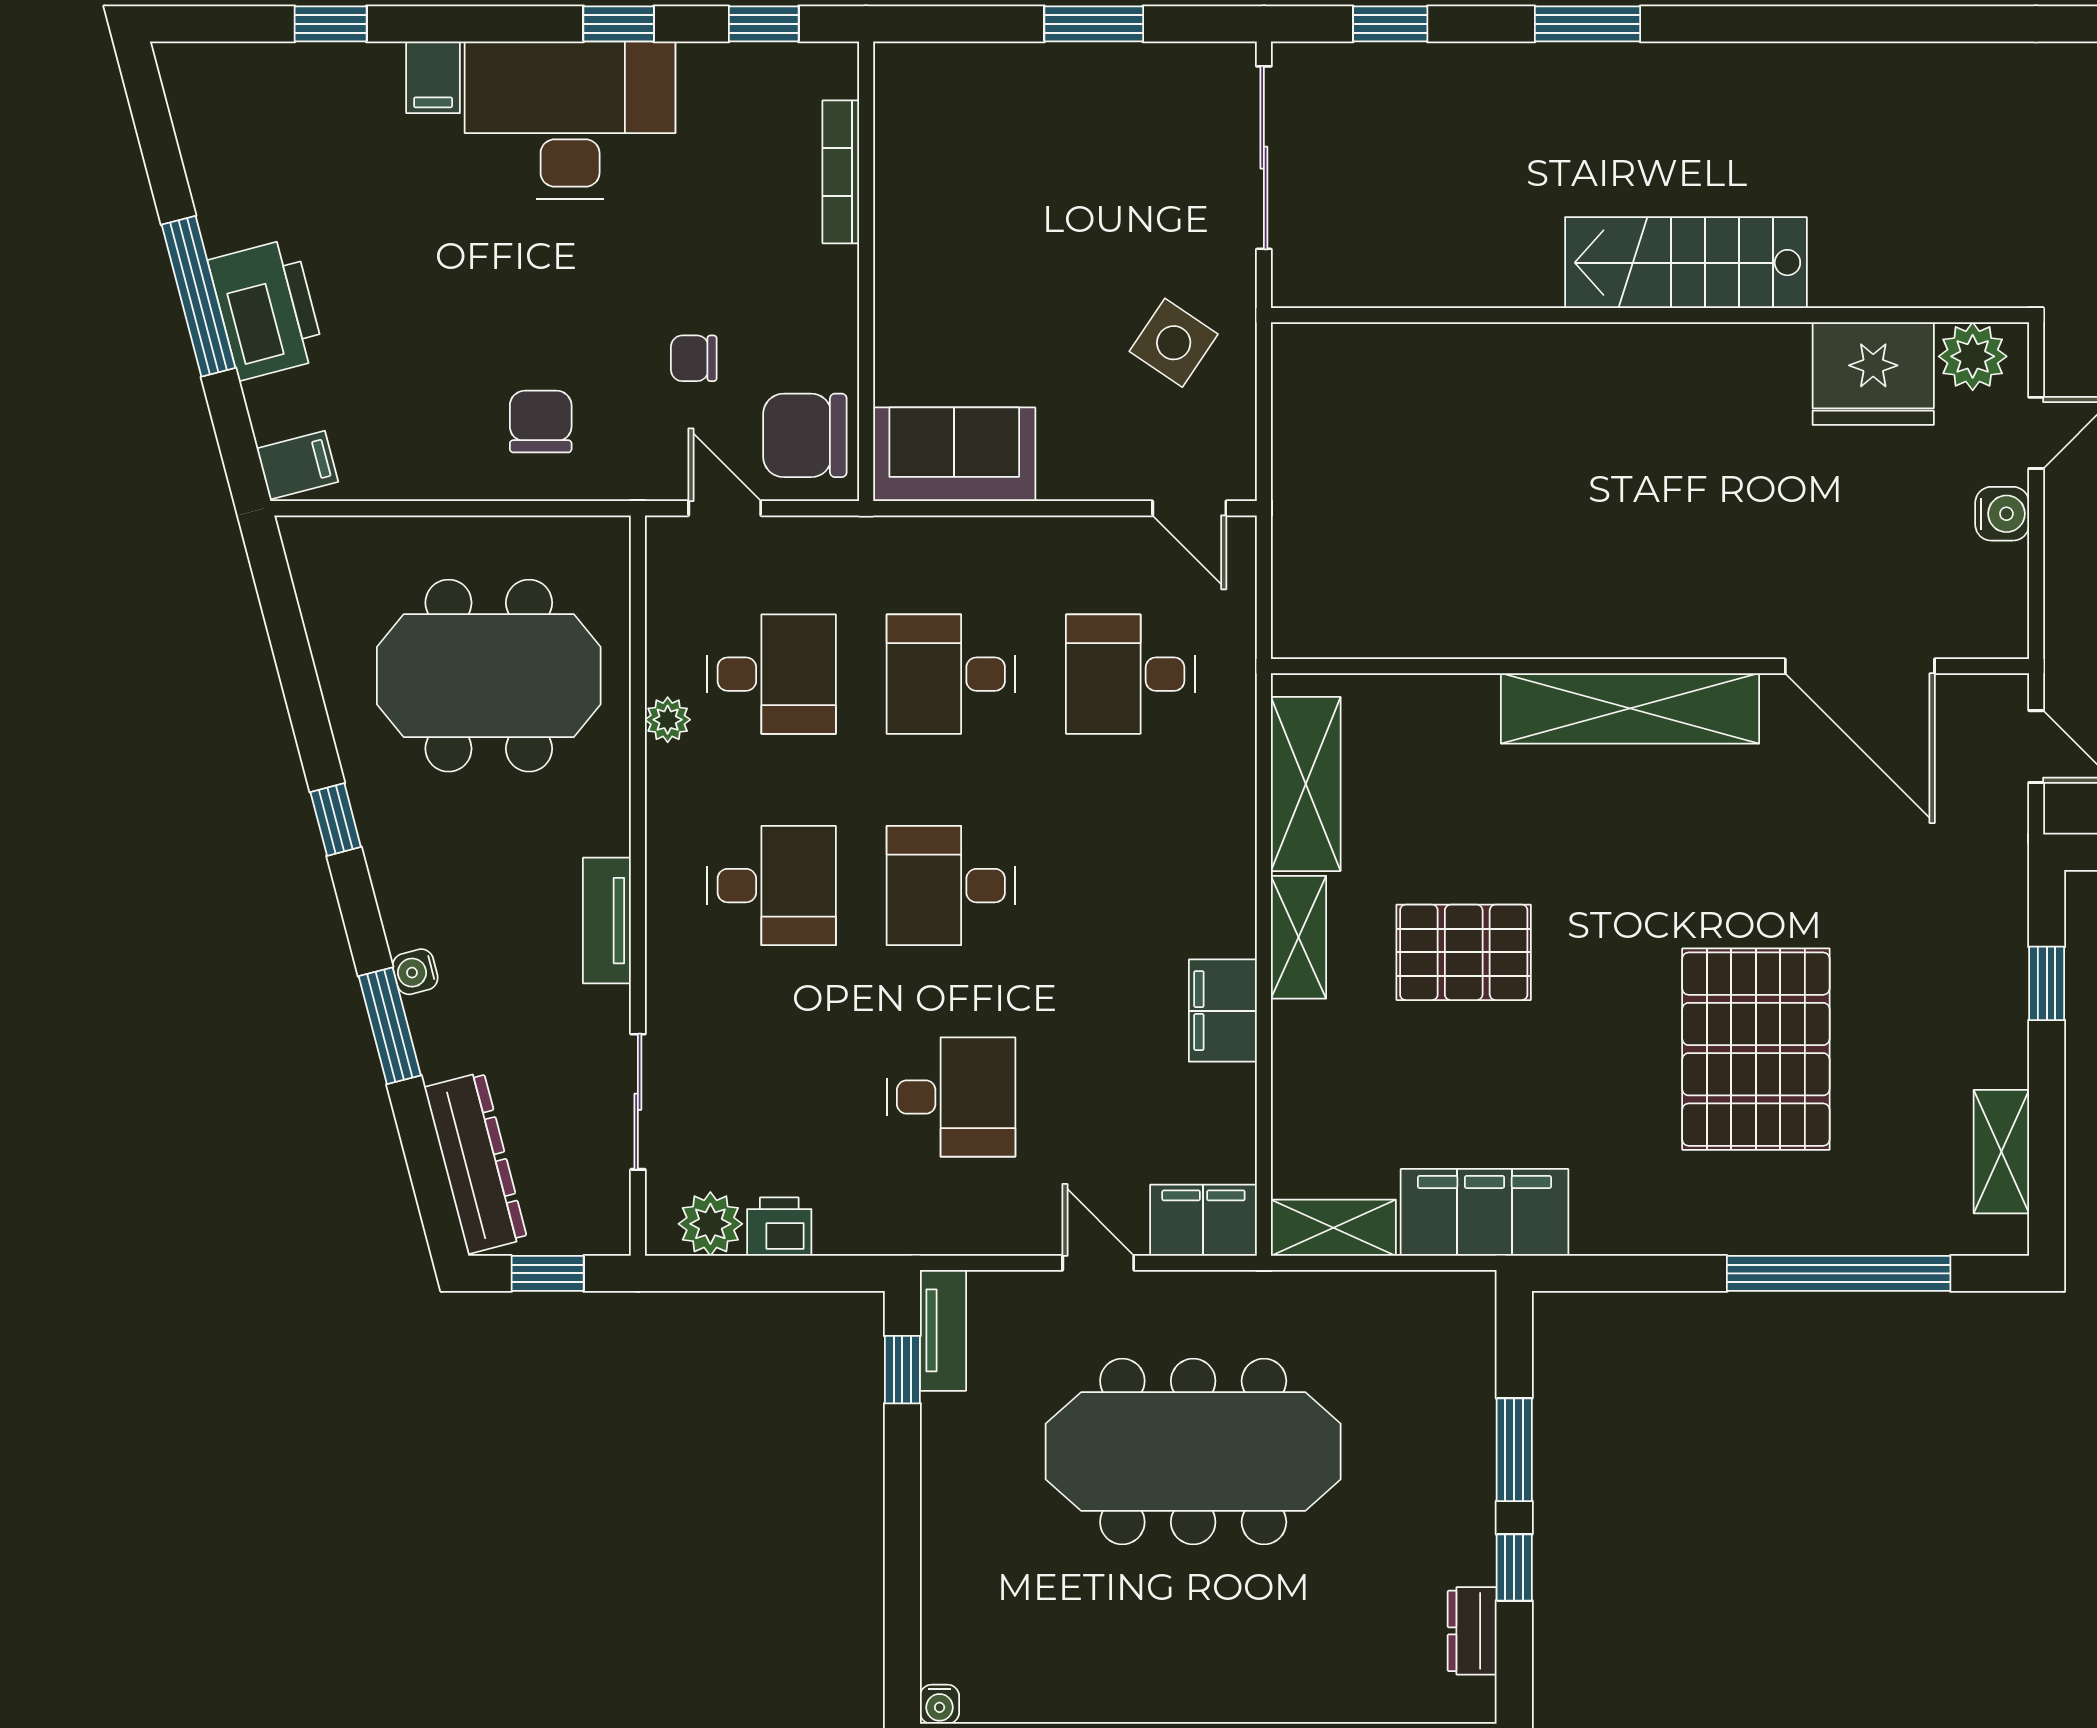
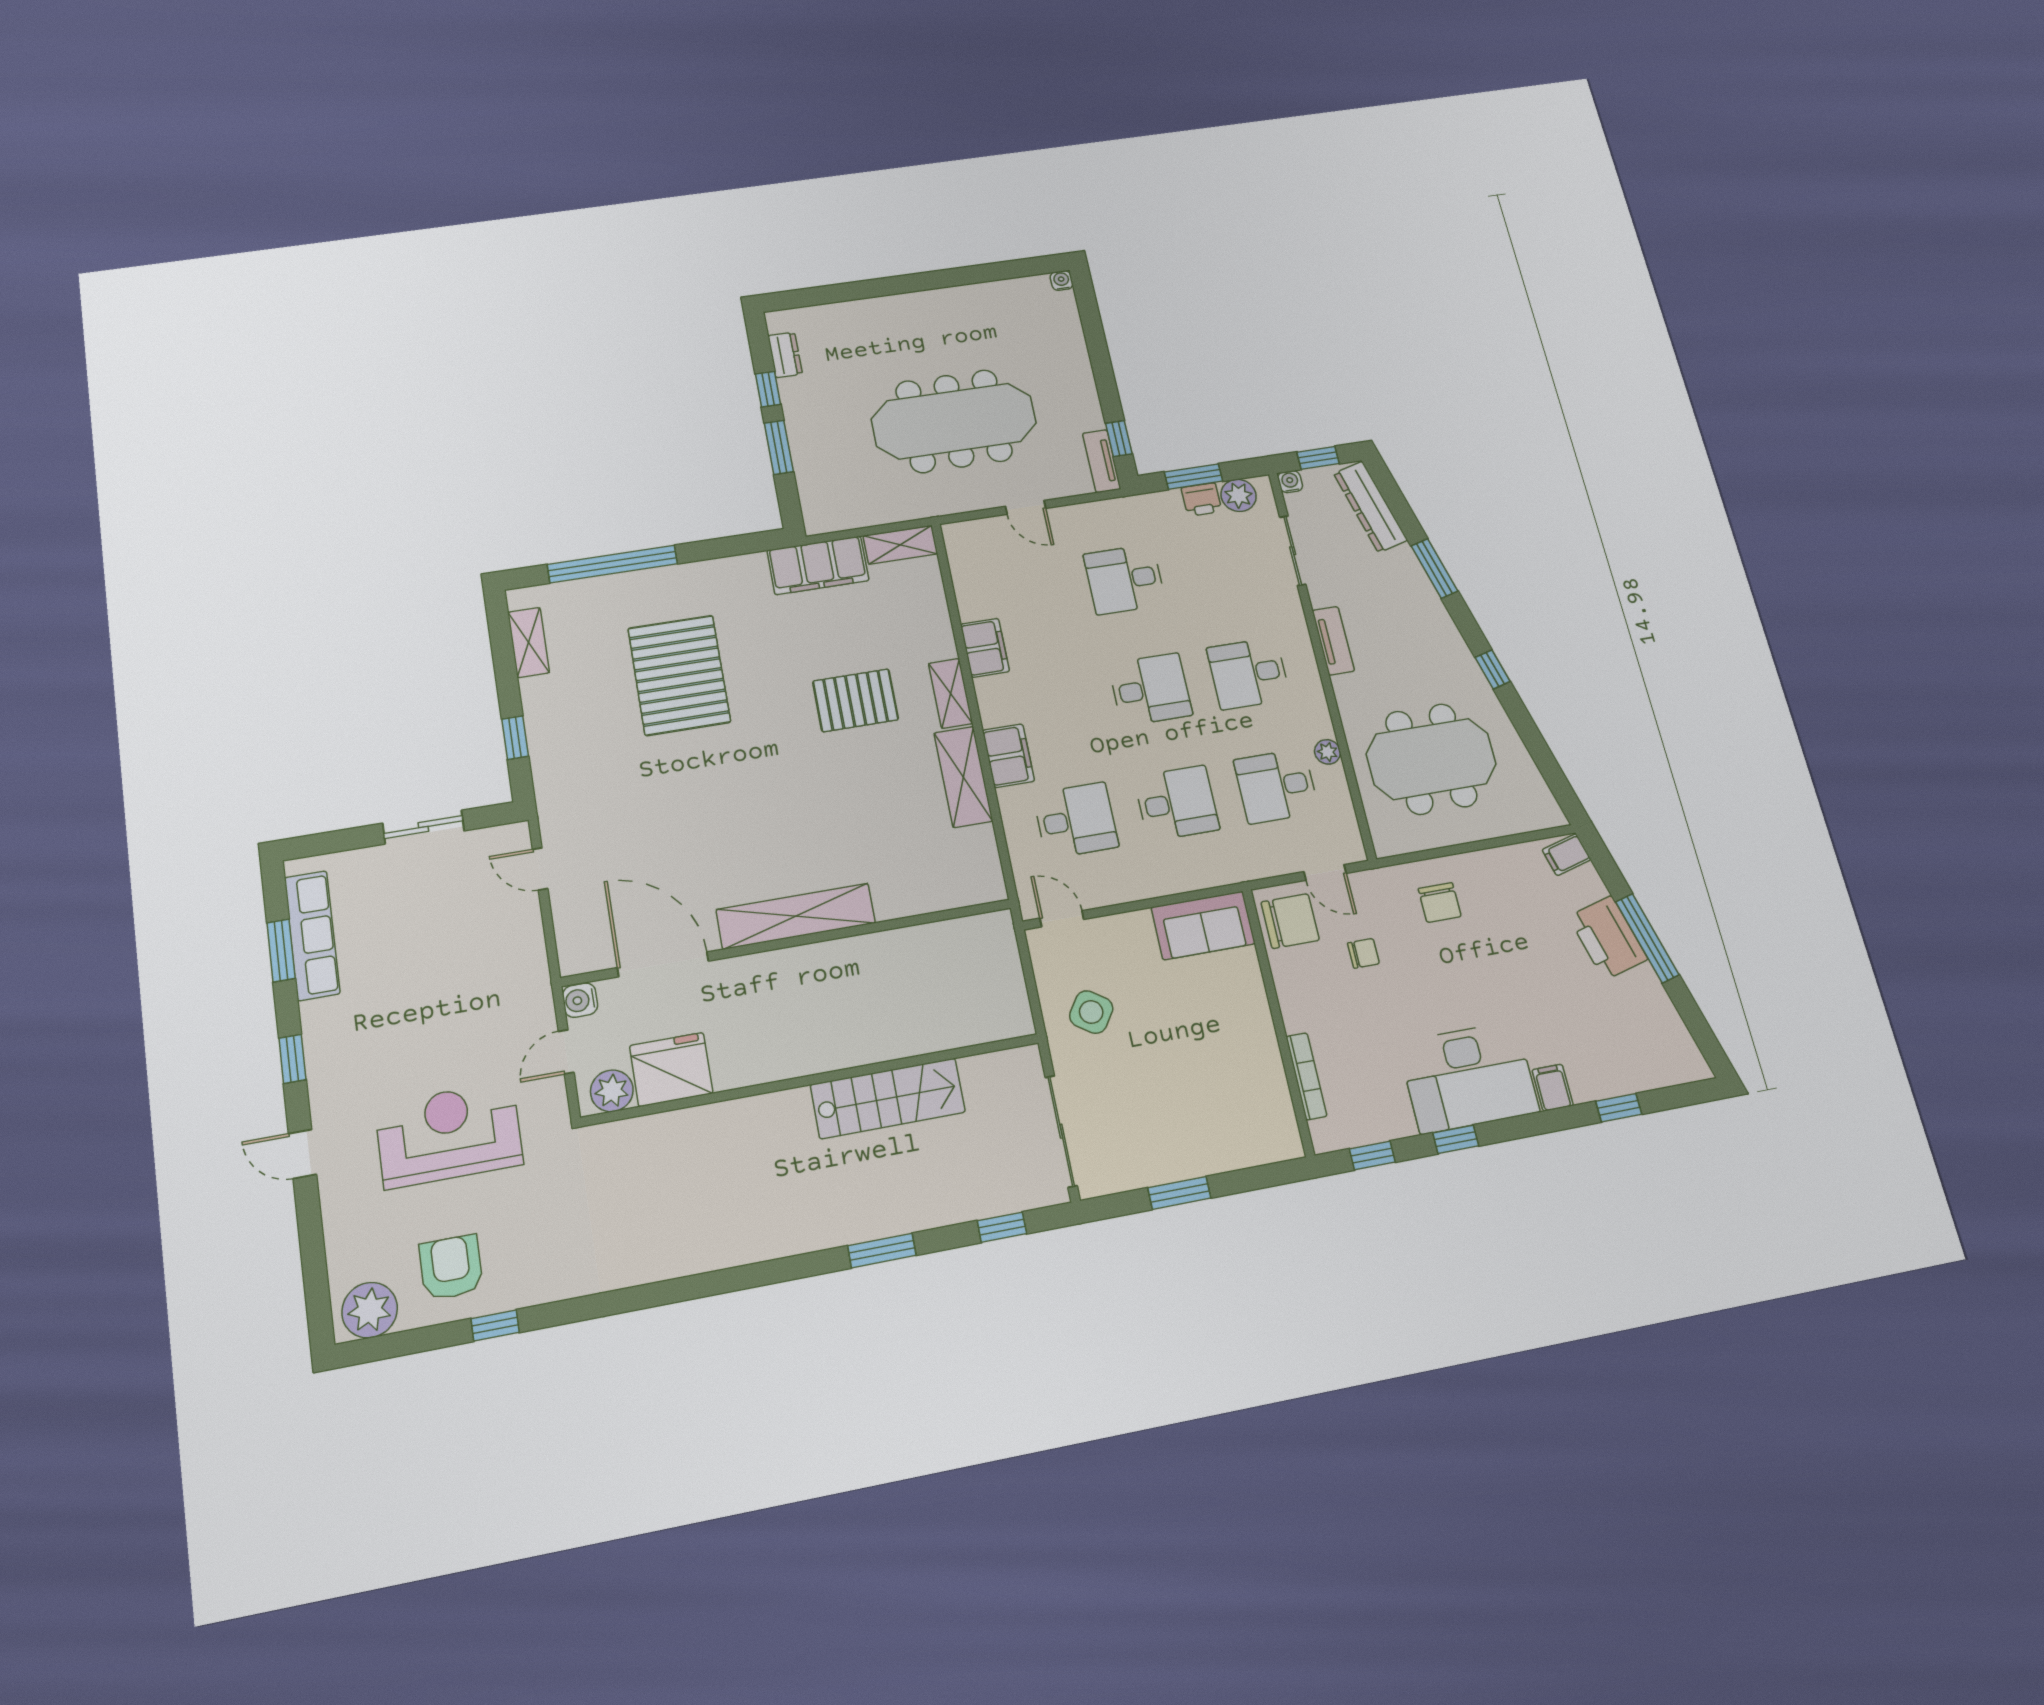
stairs: (1686, 263) -> (888, 1098), moved
wall: (1650, 666) -> (788, 942), moved
door: (1860, 666) -> (663, 964), moved
shelving: (1630, 708) -> (796, 916), moved
water cooler: (415, 972) -> (1290, 482), moved, turned -75
filing cabinet: (1203, 1220) -> (1008, 756), moved, turned -90
window: (784, 1273) -> (1193, 477), added

